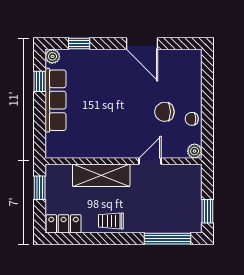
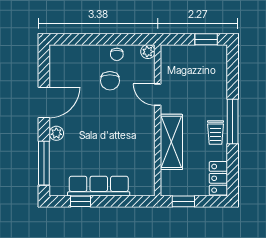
window: (79, 44) -> (44, 163), width x2.17
plant: (52, 56) -> (56, 133), moved
window: (168, 239) -> (233, 122), moved

